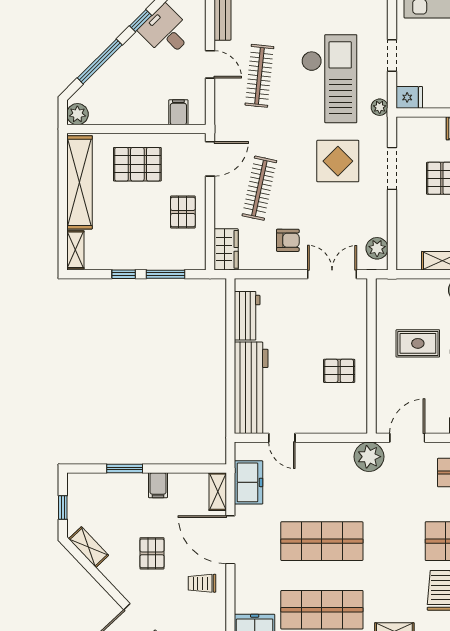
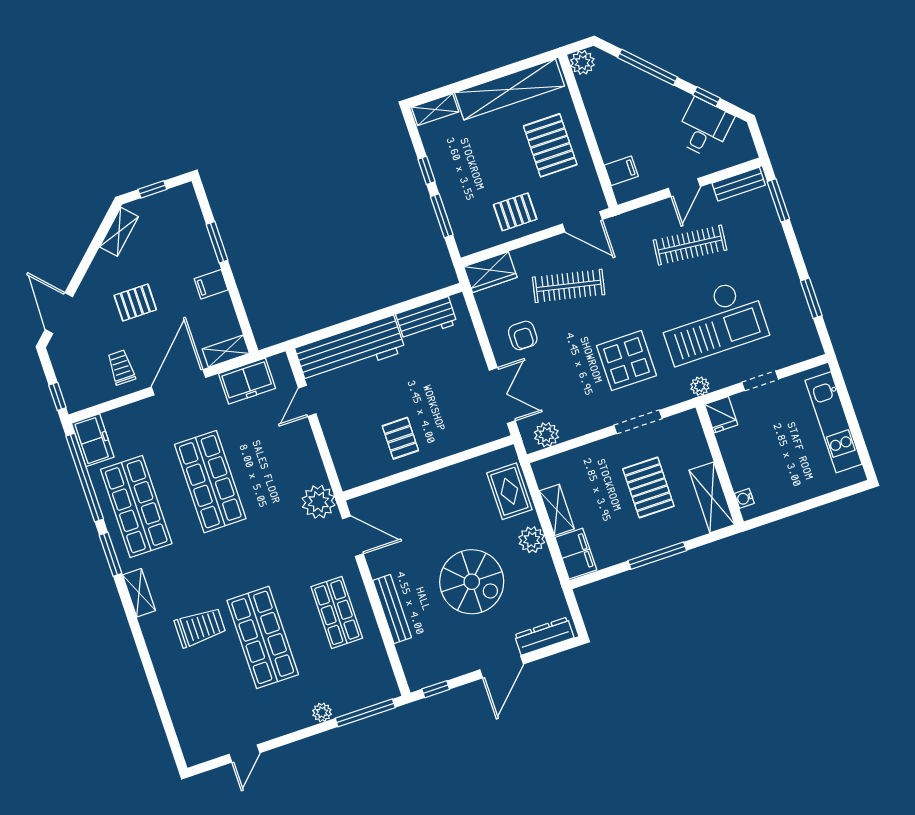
rug: (418, 343) -> (509, 491), moved

